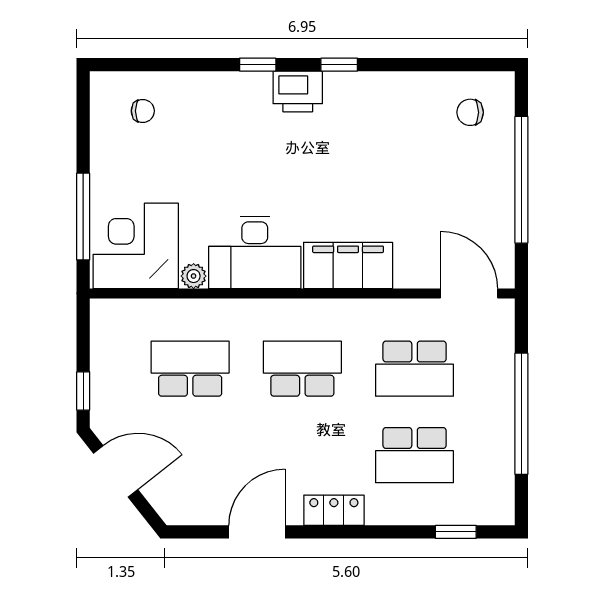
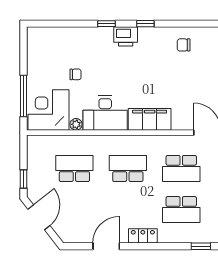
chair: (143, 111) -> (76, 74), moved
chair: (470, 112) -> (184, 45), moved
door: (116, 471) -> (39, 217), hinge flipped

